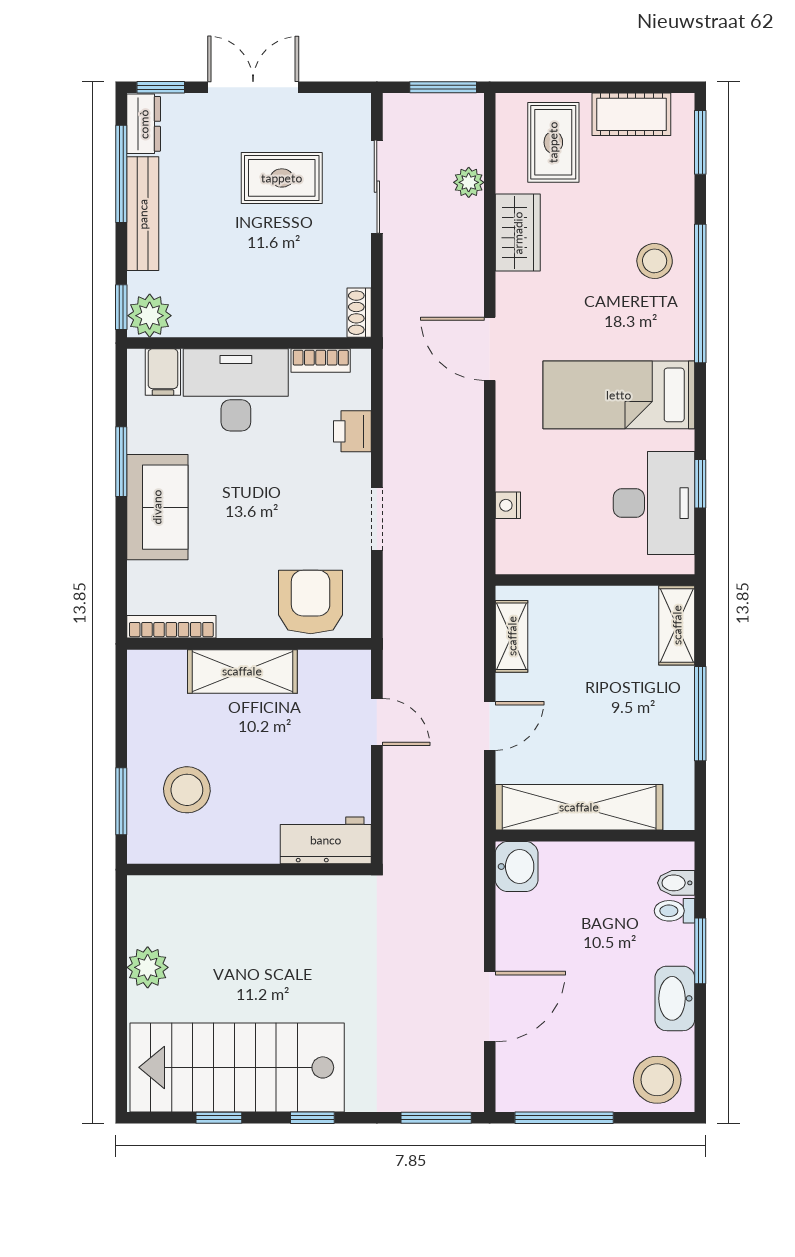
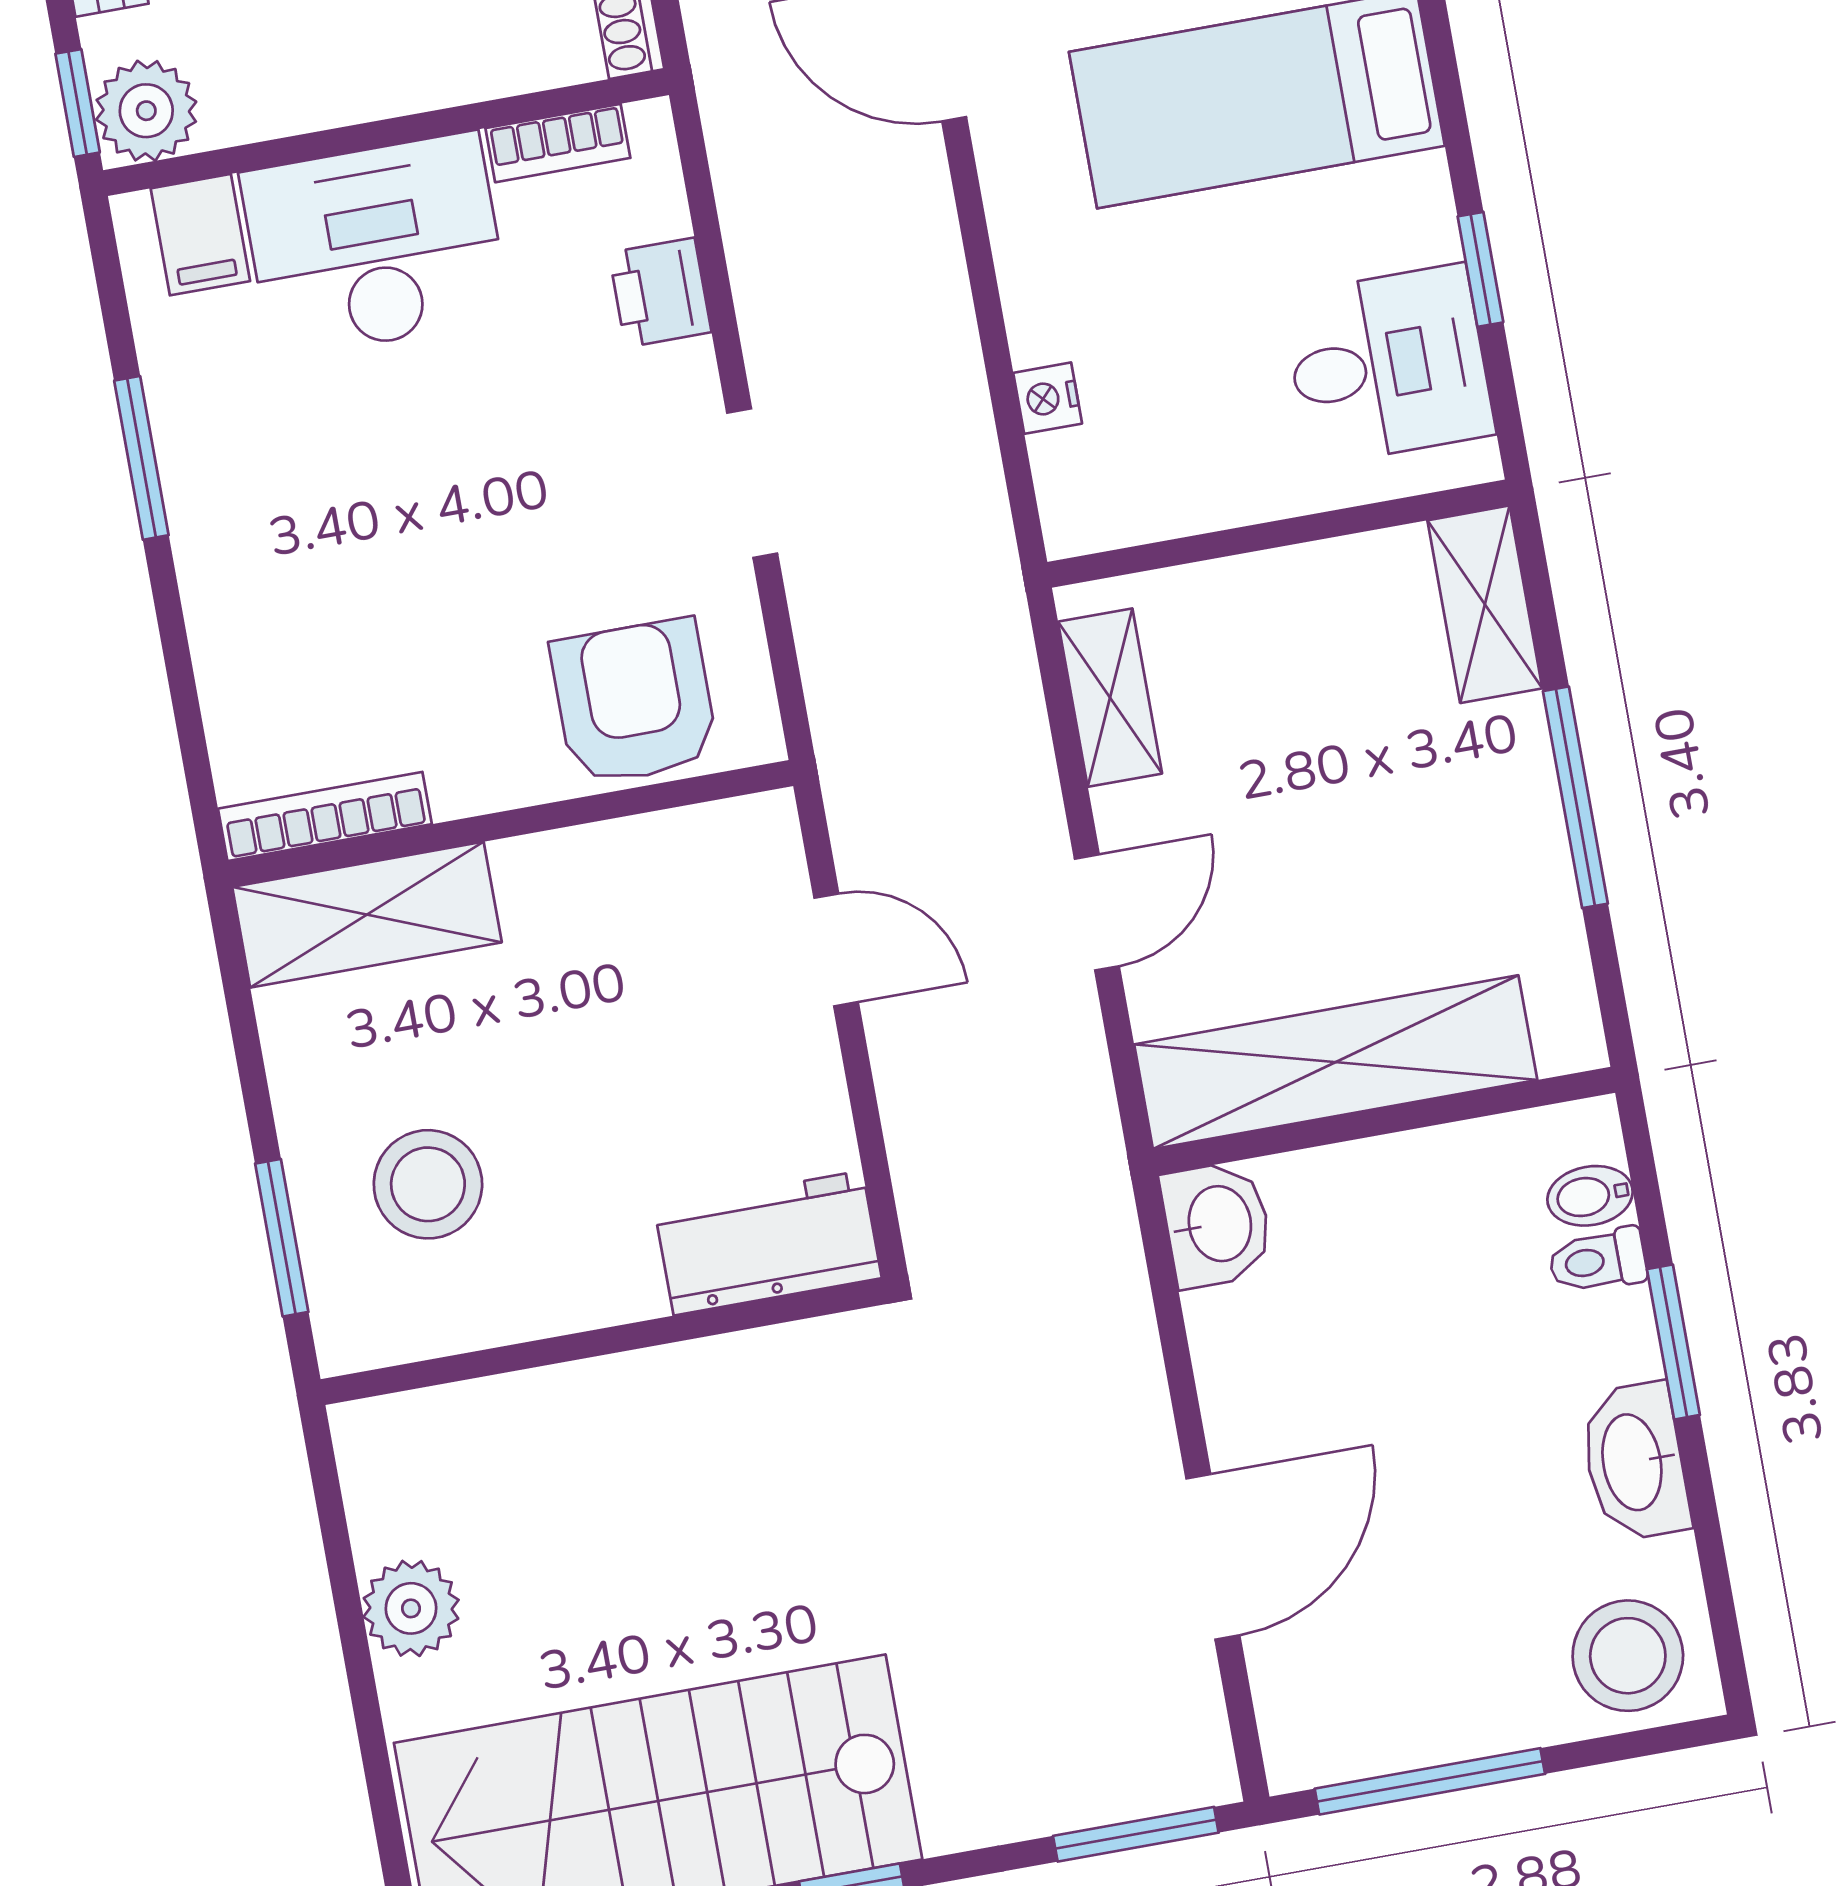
desk: (654, 503) -> (1388, 365), width x0.73
sofa: (157, 507) -> (243, 547), removed
shelving: (242, 671) -> (367, 915), moved

